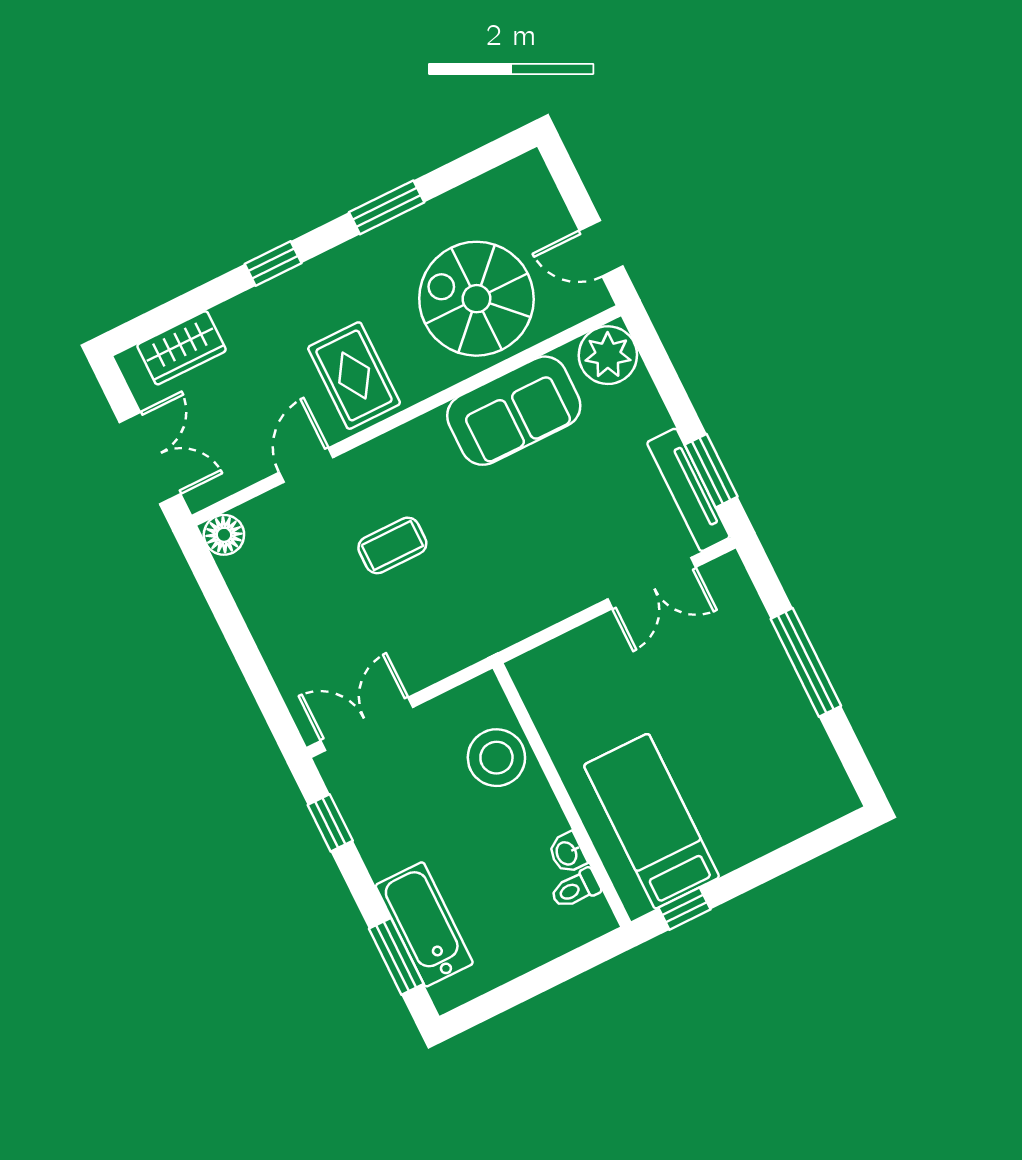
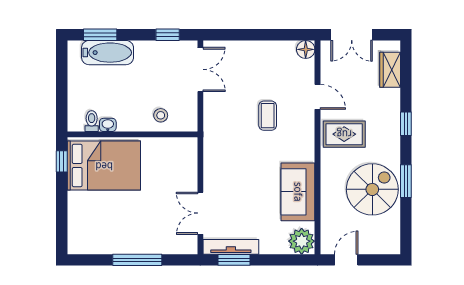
spiral stairs: (476, 299) -> (372, 189), moved
stool: (496, 758) -> (161, 115), width x0.53, depth x0.53
bed: (652, 821) -> (104, 166), width x1.50

